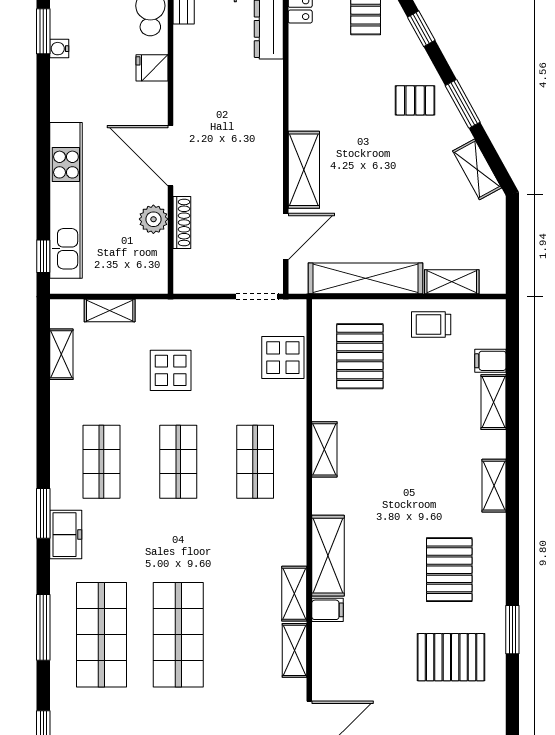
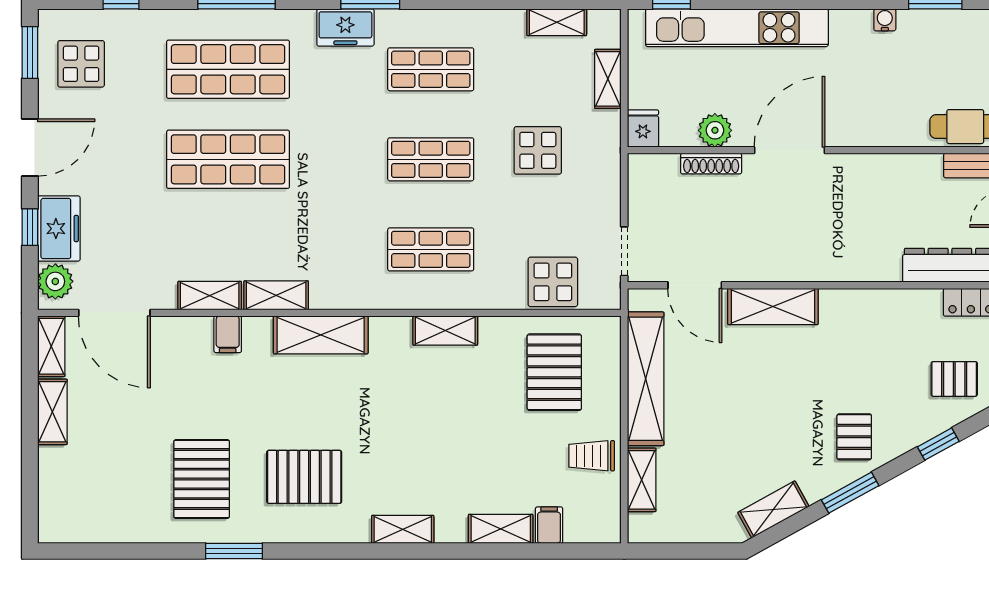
water cooler: (59, 49) -> (885, 20), moved
fridge: (152, 68) -> (643, 128), moved
trolley: (431, 324) -> (592, 456), turned -90
pallet: (360, 356) -> (554, 372), turned 90
filing cabinet: (328, 610) -> (228, 334), moved

